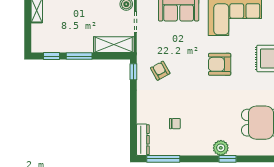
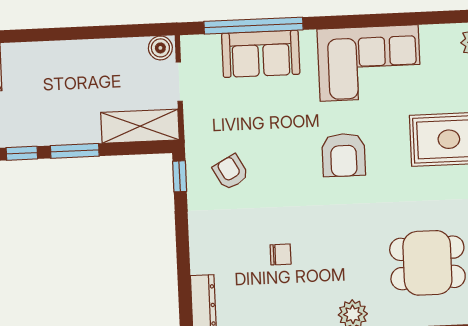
armchair: (220, 64) -> (344, 155), turned -90
chair: (175, 124) -> (281, 254), moved

